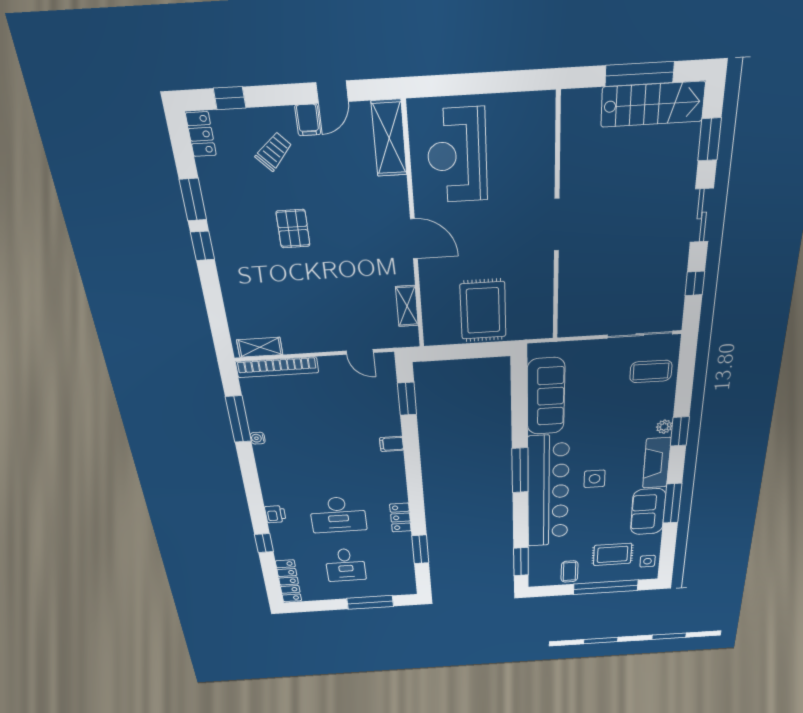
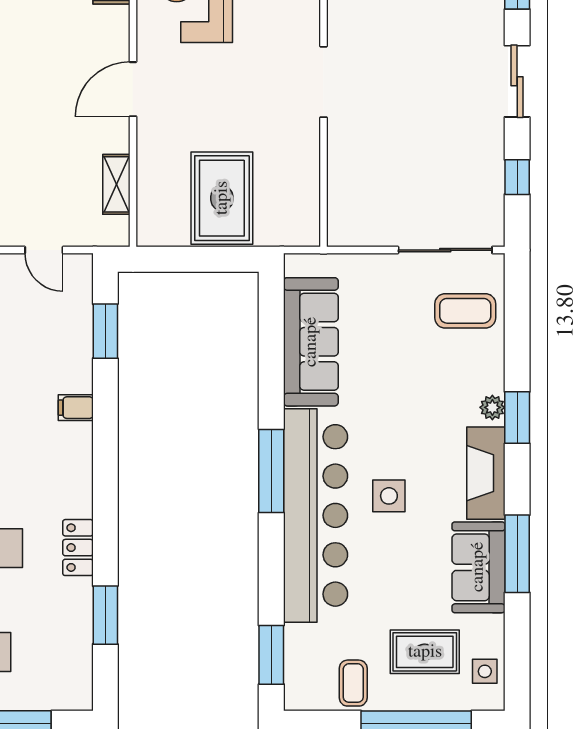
door: (414, 239) -> (133, 89), swing flipped

